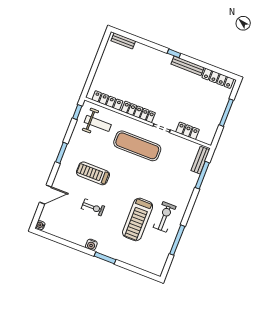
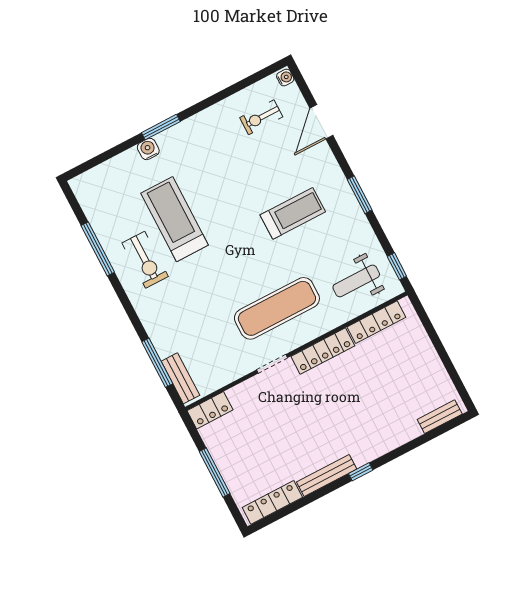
locker: (188, 131) -> (210, 410), moved
exercise bike: (93, 207) -> (261, 117), moved
water cooler: (91, 245) -> (148, 149), moved

